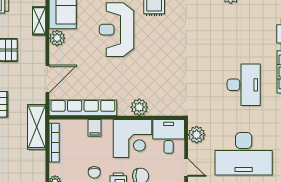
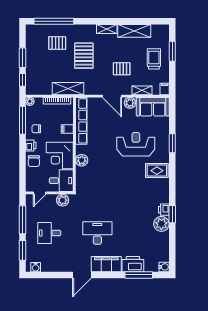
door: (47, 79) -> (112, 96), moved
desk: (244, 85) -> (97, 233), turned 180
desk: (244, 154) -> (49, 233), width x0.53, depth x0.77

